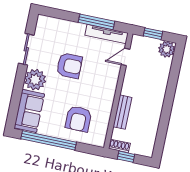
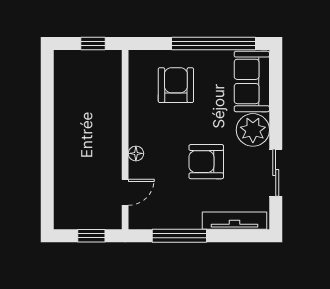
tv unit: (107, 34) -> (235, 221), moved
plant: (167, 49) -> (66, 217), removed
floor lamp: (113, 80) -> (136, 153), added
bench: (122, 112) -> (112, 109), removed
shoe rack: (119, 146) -> (106, 57), removed

